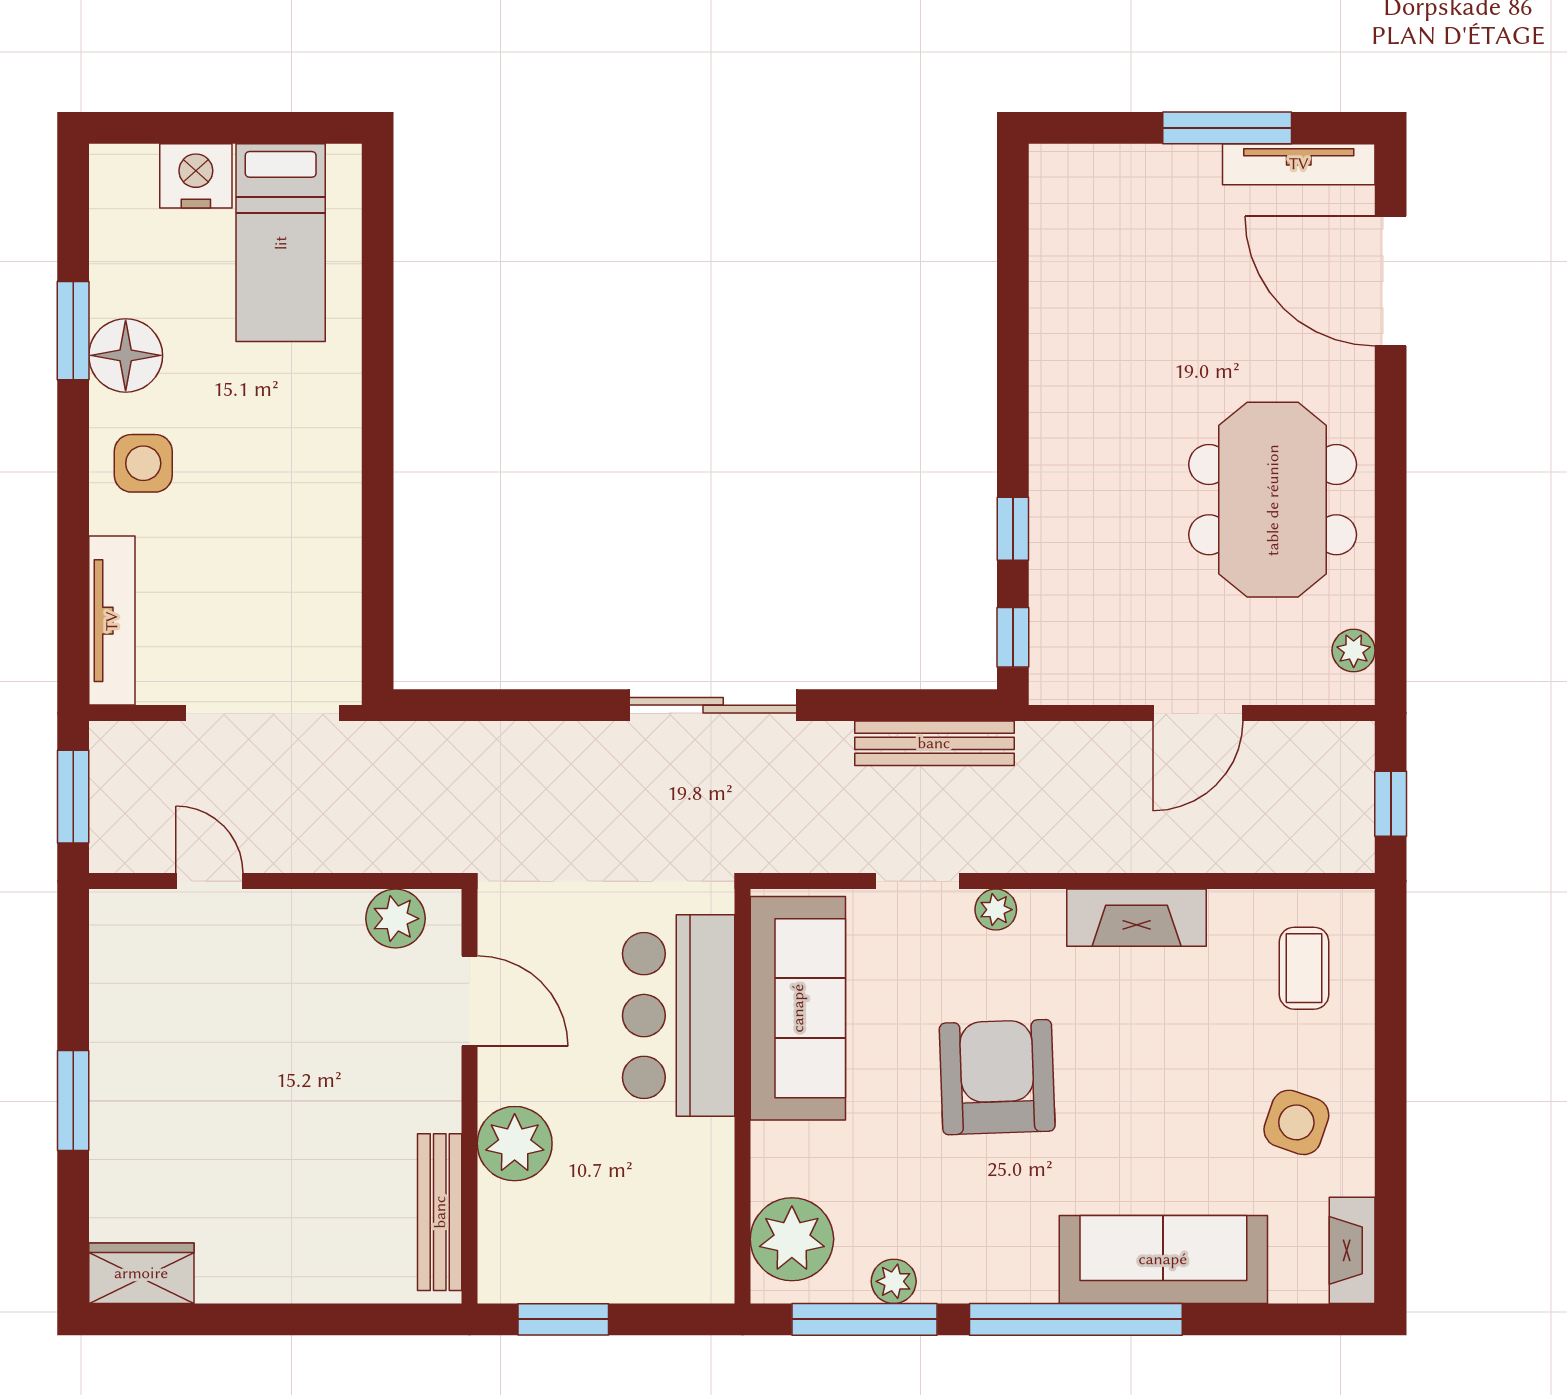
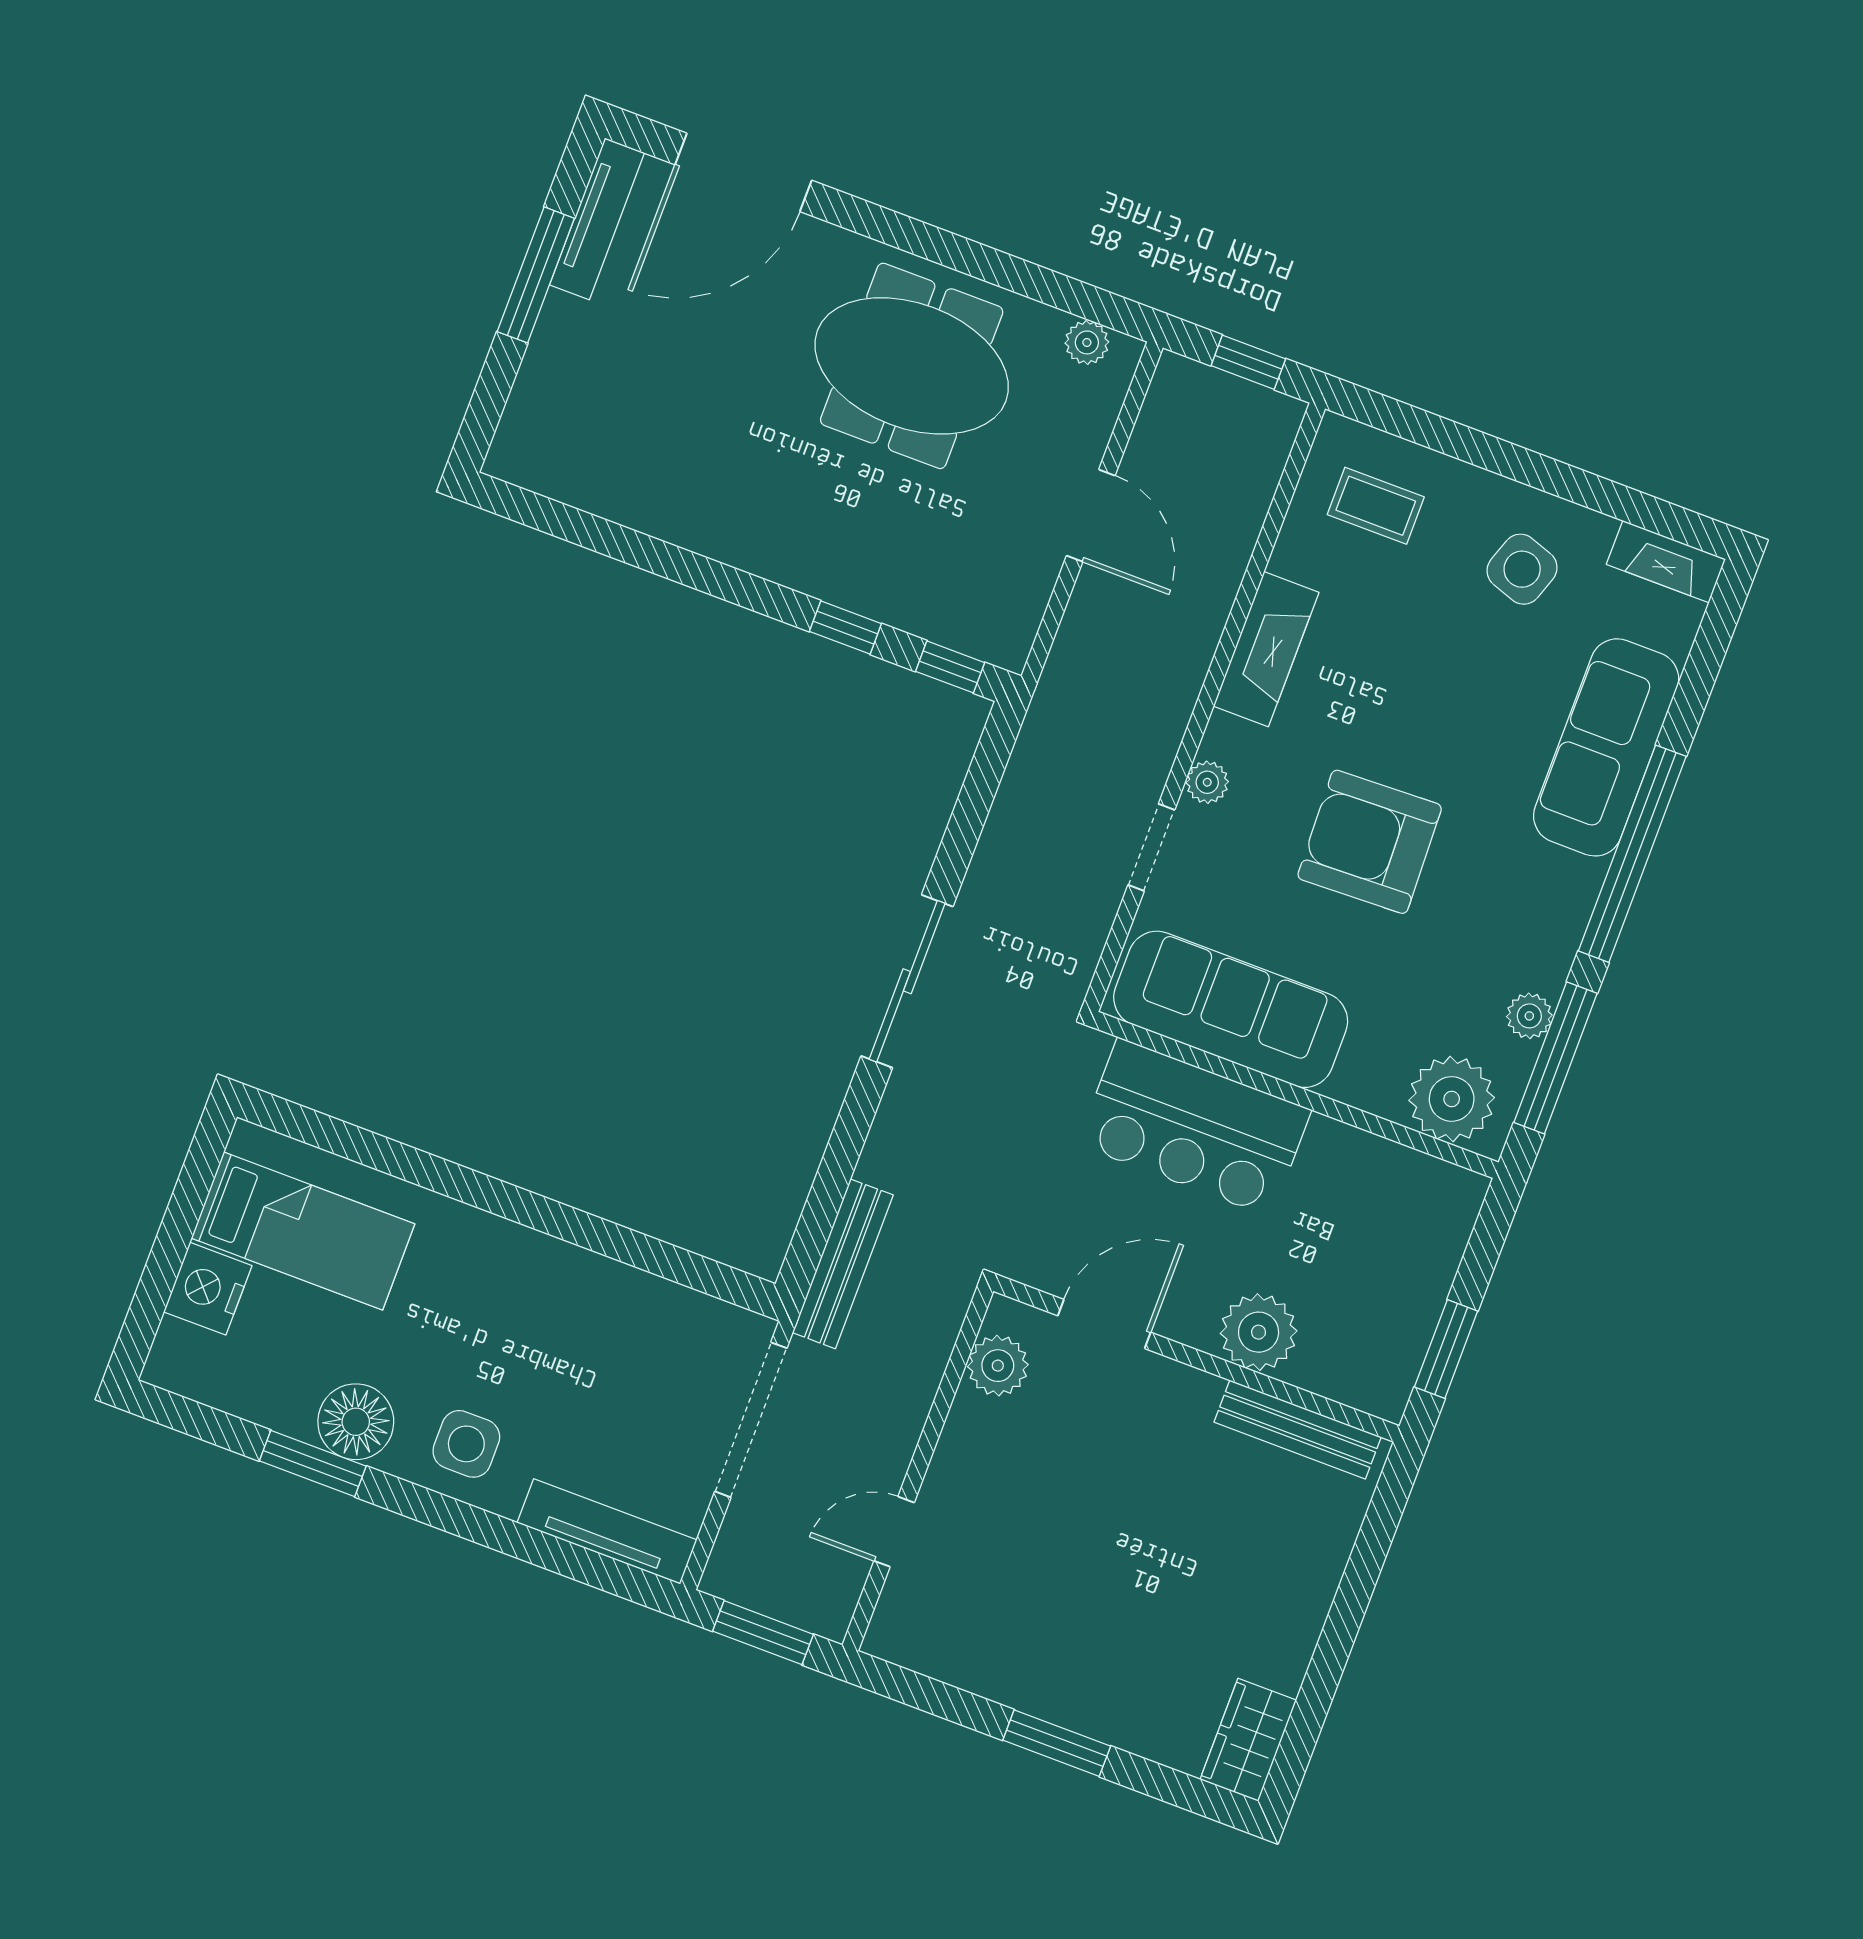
bench: (934, 743) -> (843, 1264), moved

